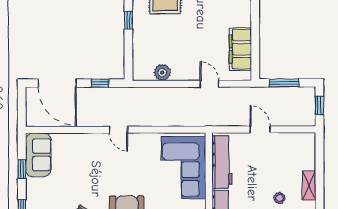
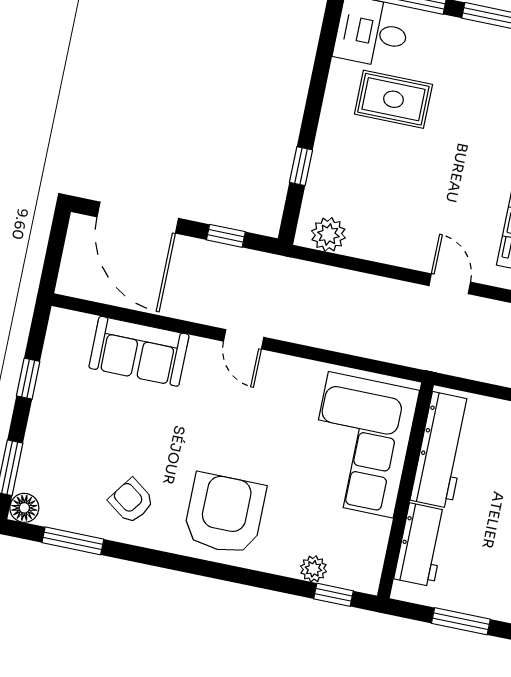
window: (128, 20) -> (301, 166), moved
plant: (162, 72) -> (328, 234), moved
sofa: (38, 155) -> (139, 351), moved, turned 90

